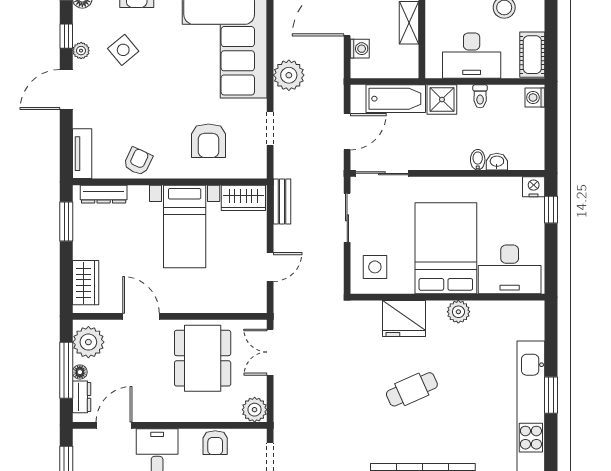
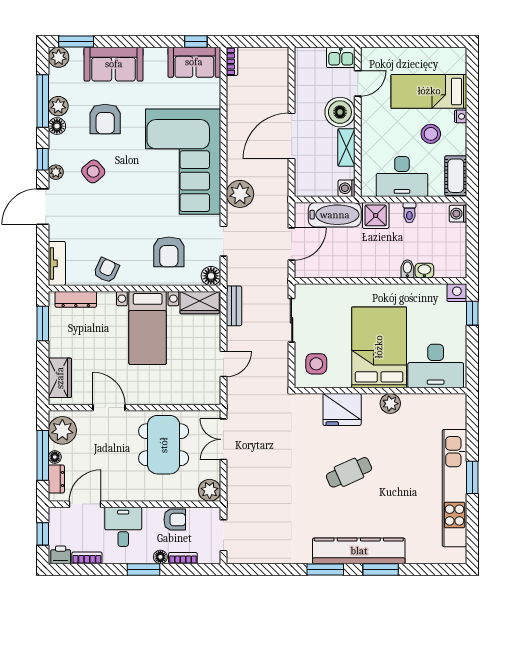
washing machine: (360, 49) -> (347, 188), moved, turned 180
floor lamp: (256, 168) -> (211, 276), added
sliding door: (382, 173) -> (322, 281), removed
armchair: (215, 443) -> (175, 520), turned -90

